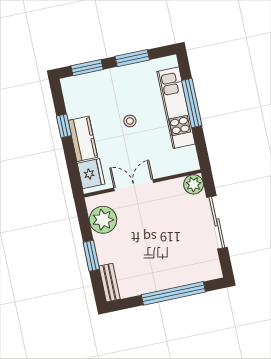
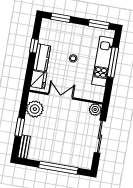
window: (132, 58) -> (99, 24), moved

